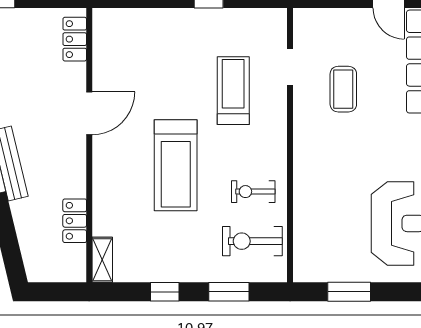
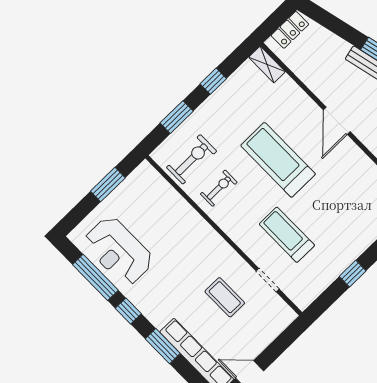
treadmill: (233, 91) -> (287, 235), turned 180
door: (89, 113) -> (337, 121), moved
locker: (75, 221) -> (290, 30), moved, turned 90

